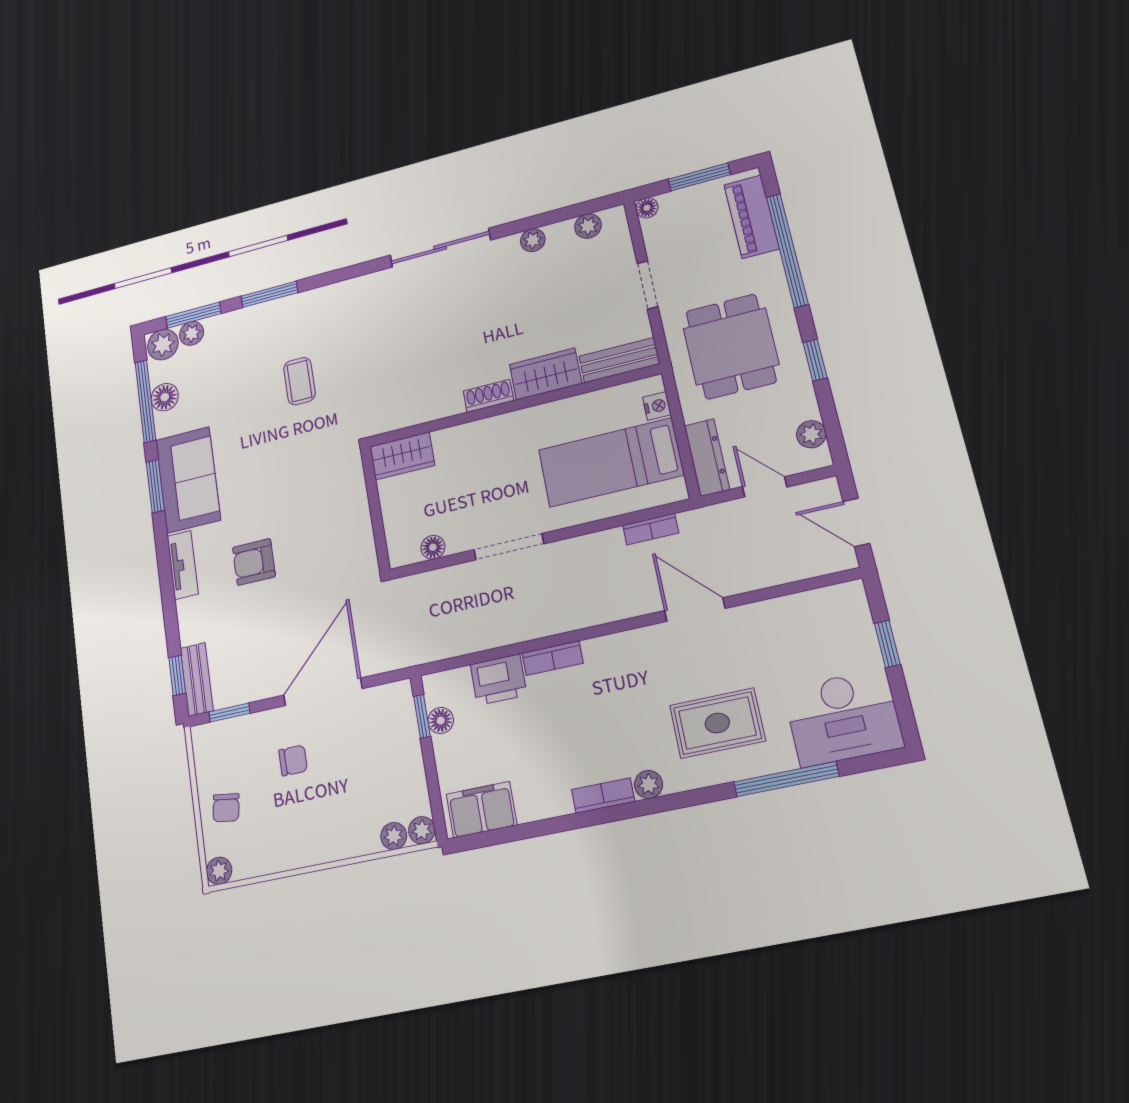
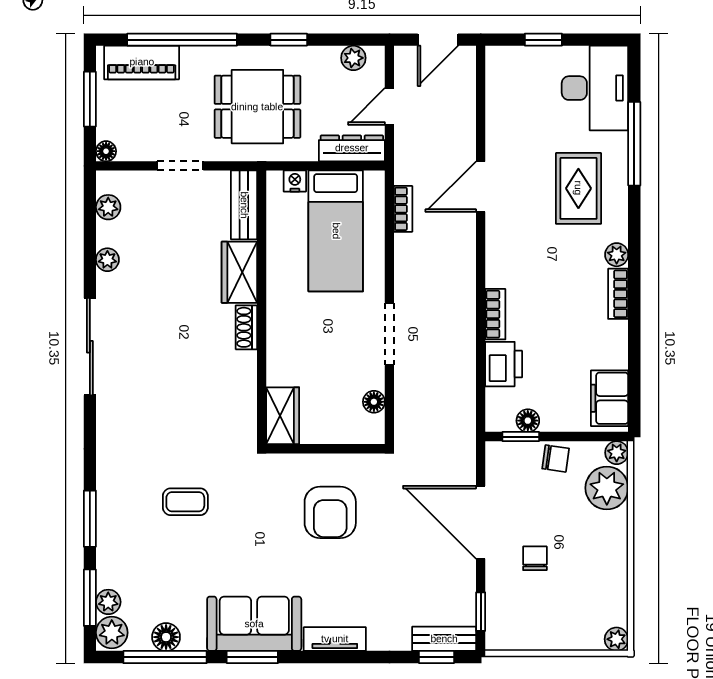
armchair: (254, 562) -> (330, 512), moved, width x1.38, depth x1.38
chair: (226, 808) -> (556, 458), moved
plant: (394, 836) -> (607, 488), width x1.88, depth x1.88

